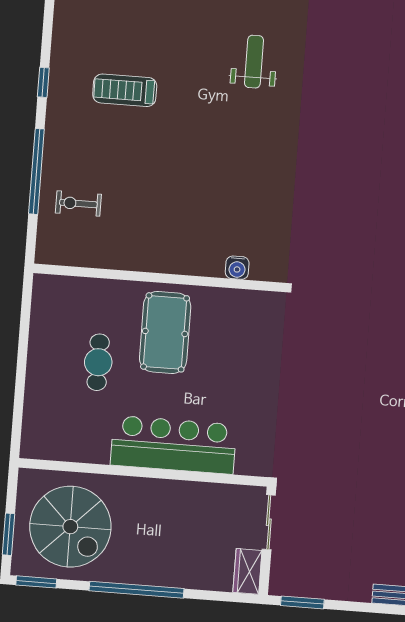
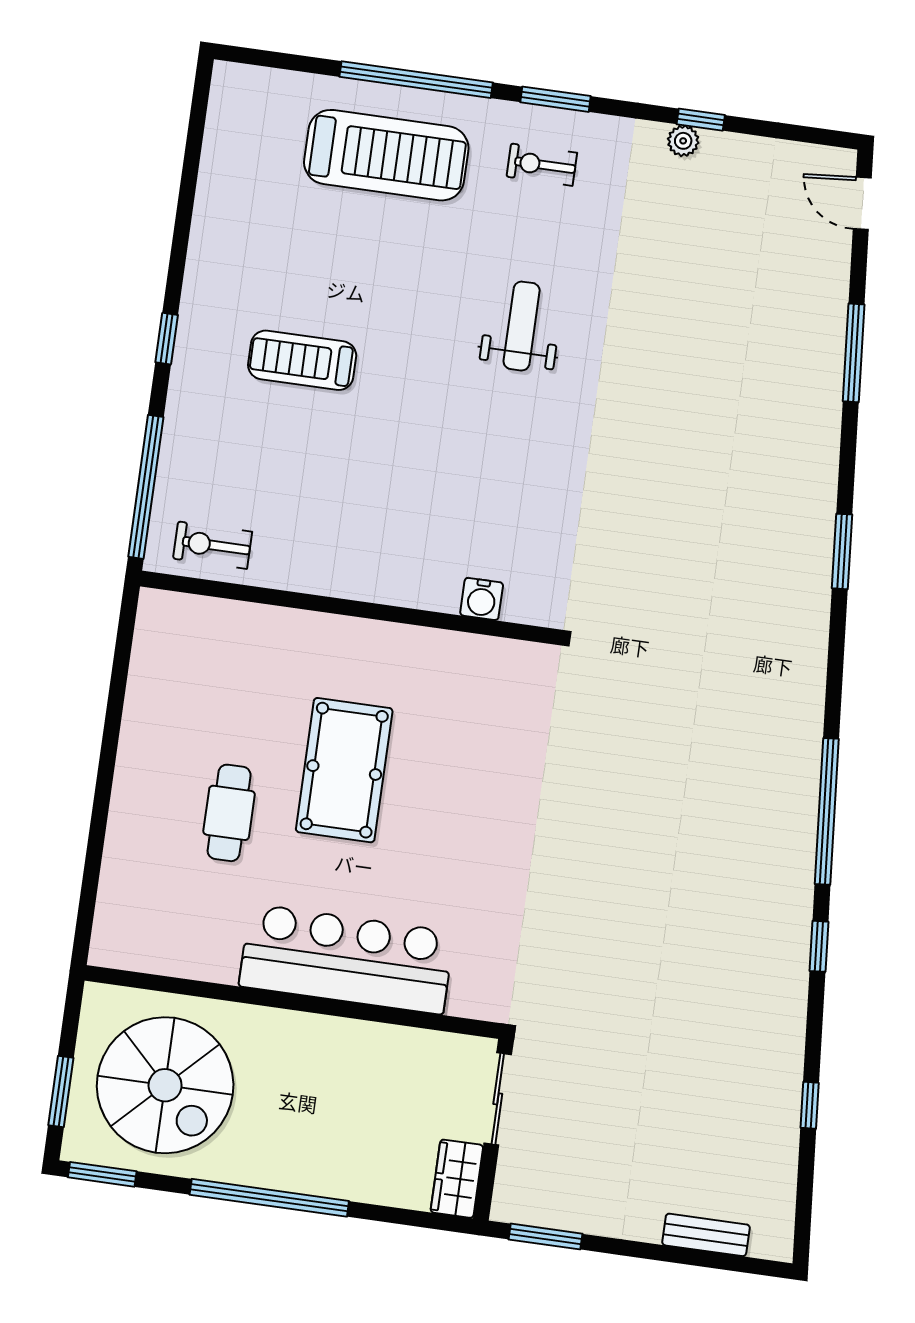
water cooler: (237, 268) -> (482, 599), moved
wall: (158, 278) -> (348, 608), moved

